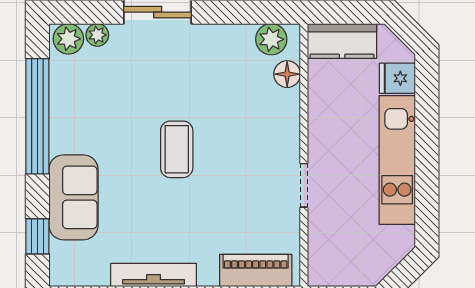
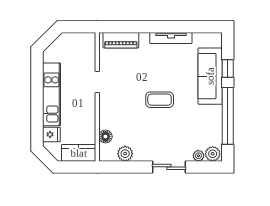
plant: (271, 39) -> (125, 154), moved
coffee table: (177, 149) -> (160, 100), turned 90
sofa: (73, 197) -> (210, 76), width x1.36
window: (37, 236) -> (228, 68), moved

